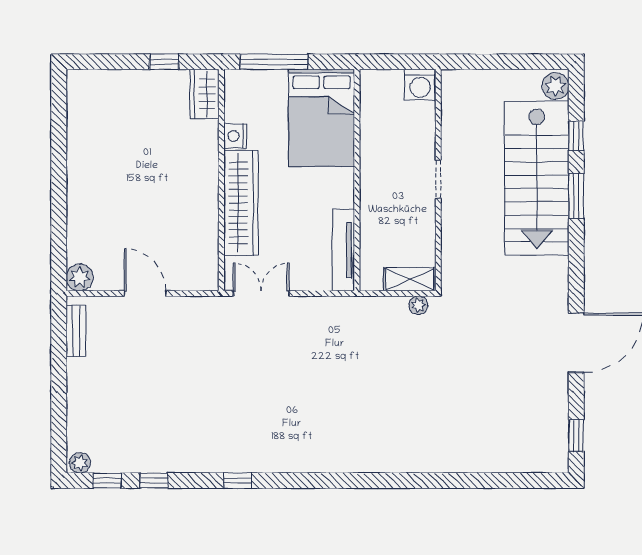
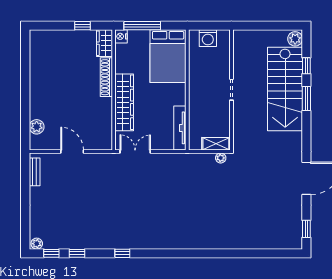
washing machine: (420, 85) -> (208, 38), moved
nightstand: (235, 136) -> (121, 36), moved
shoe rack: (208, 157) -> (106, 77), added
plant: (80, 277) -> (37, 127), moved

